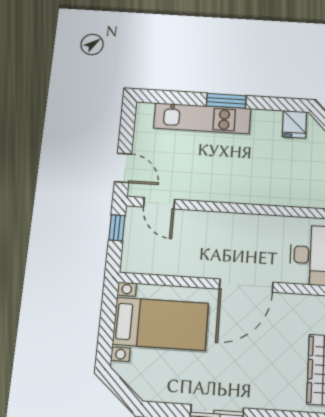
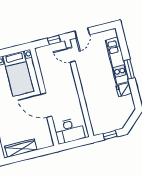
fridge: (294, 124) -> (124, 90), moved
door: (159, 203) -> (71, 55), hinge flipped

